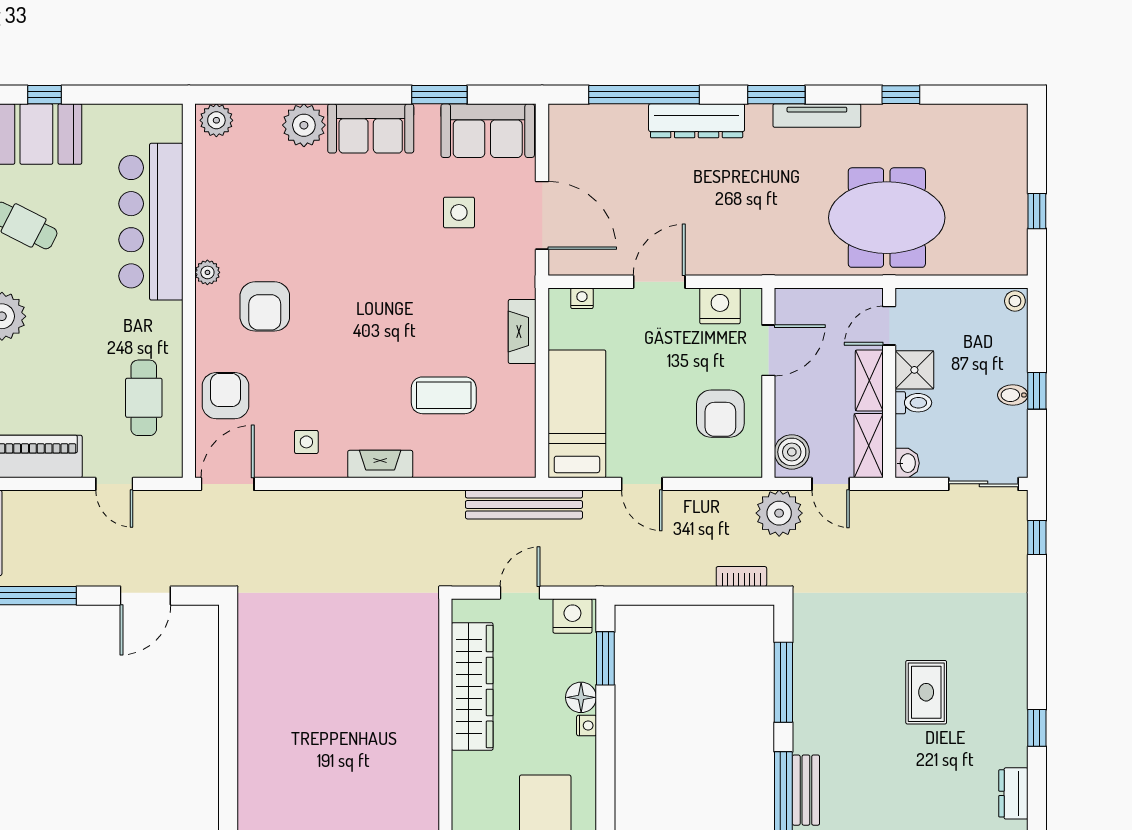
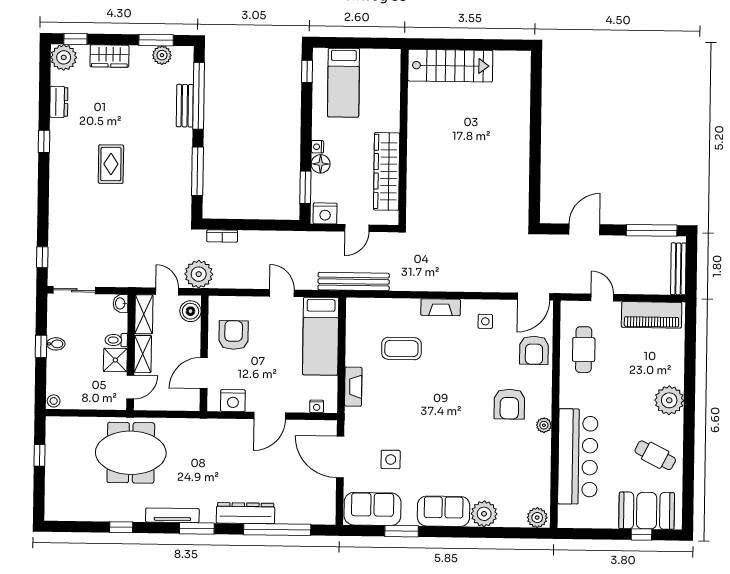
armchair: (265, 306) -> (509, 404), turned 180

